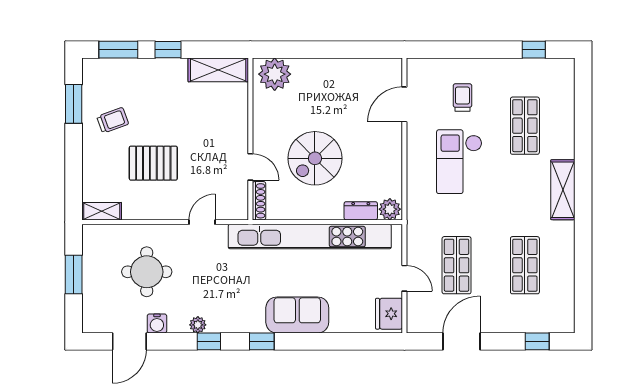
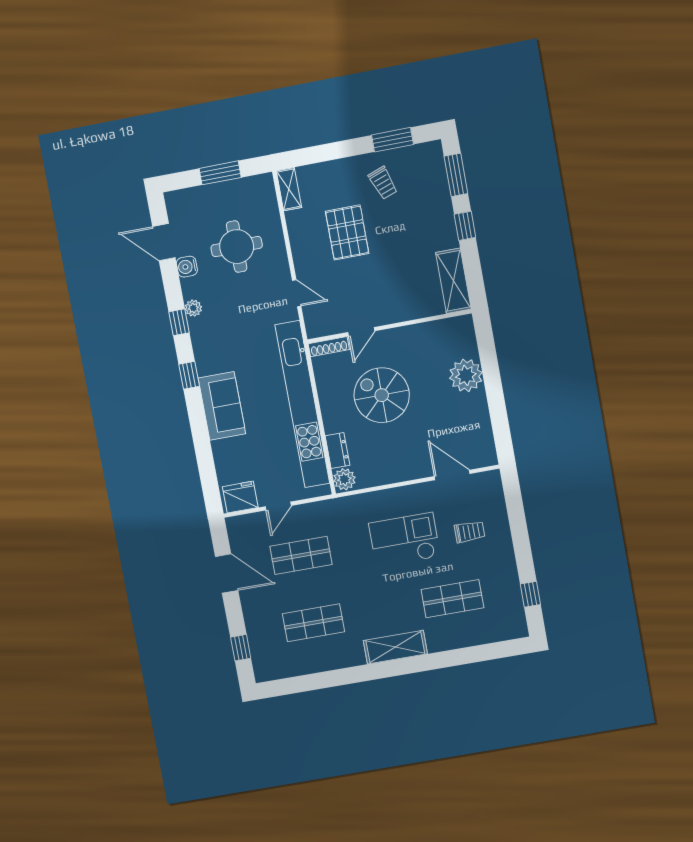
plant: (275, 74) -> (466, 375), moved

